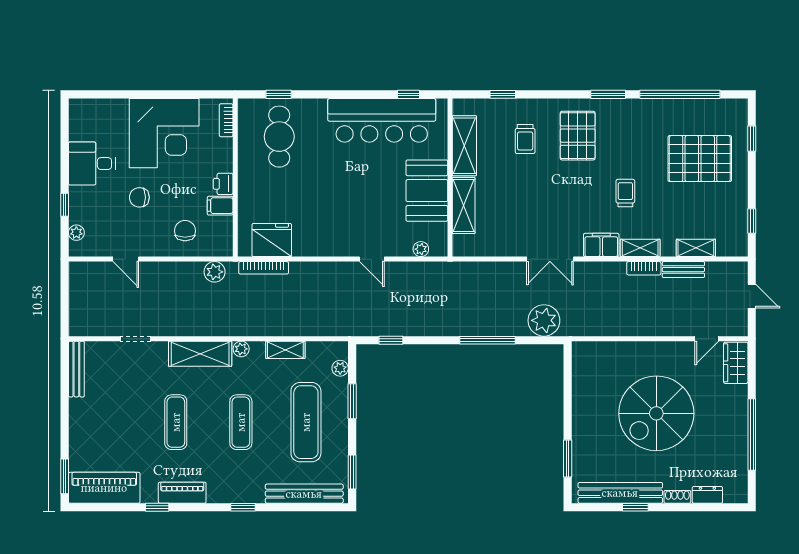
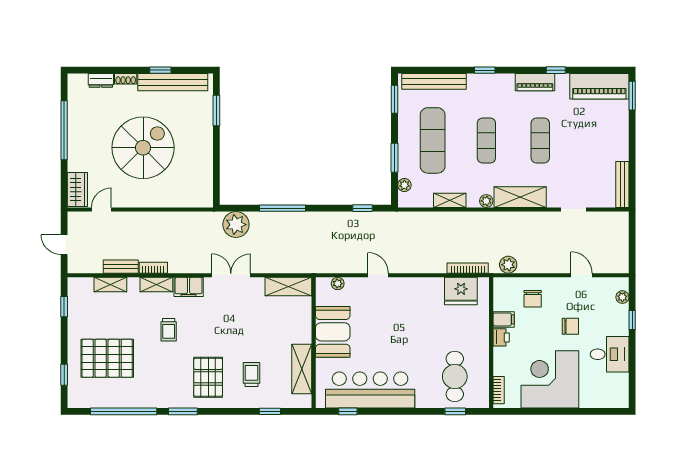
shelving: (464, 206) -> (288, 287), moved, turned 90

